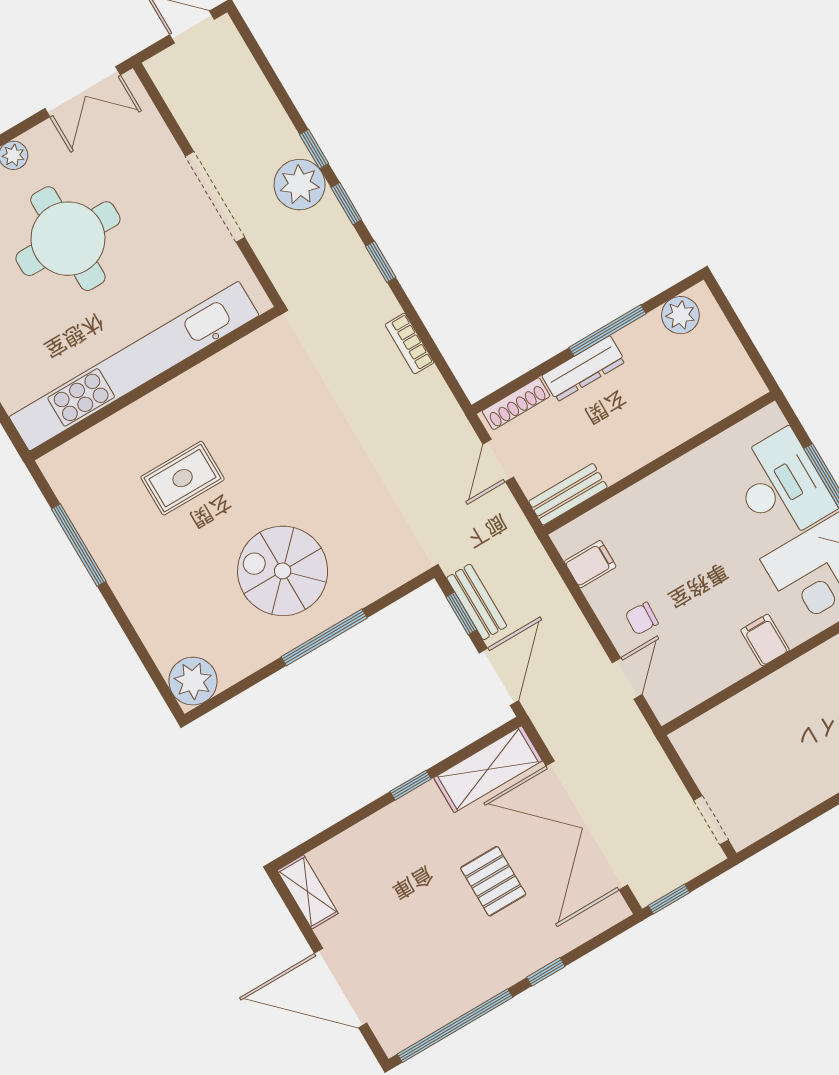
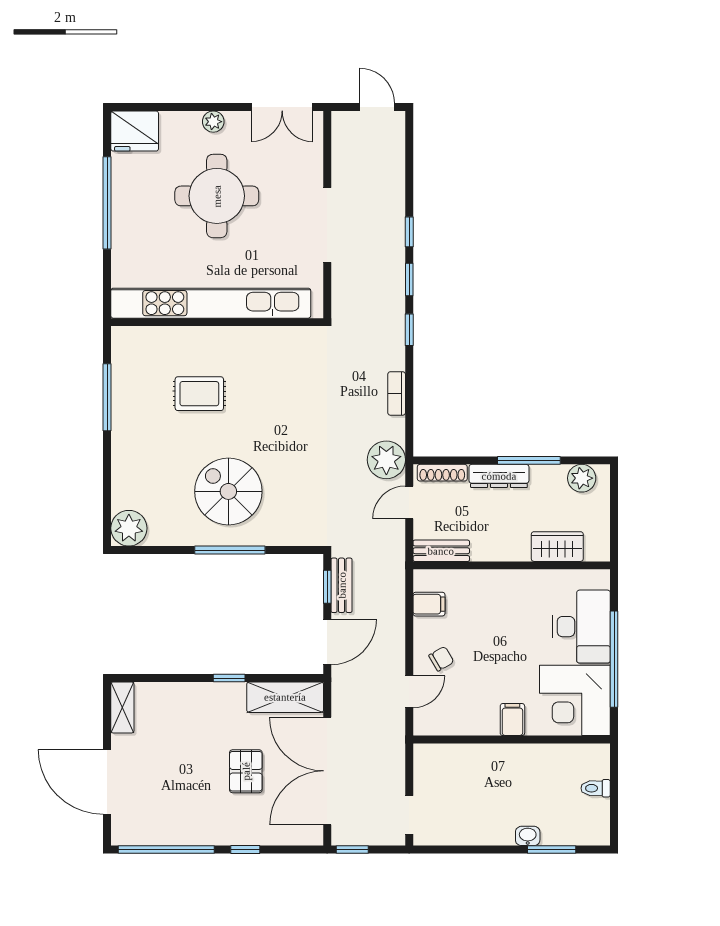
plant: (300, 185) -> (386, 460), moved
wardrobe: (699, 410) -> (557, 547), added
chair: (642, 619) -> (441, 659), turned 147

